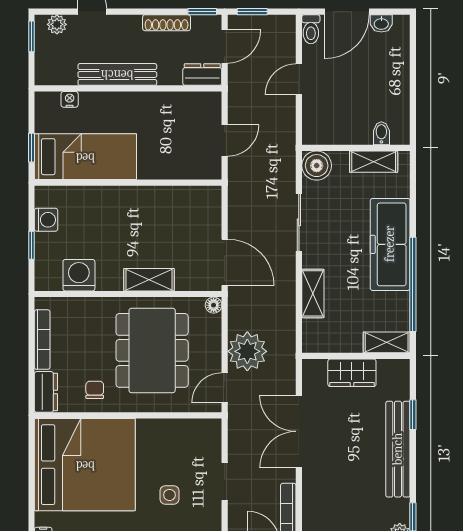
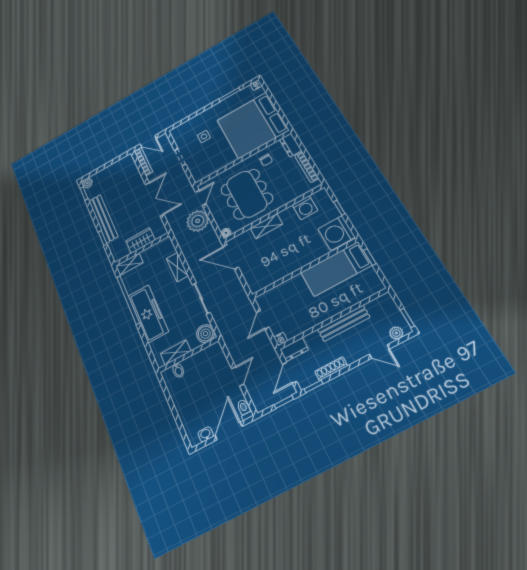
nightstand: (70, 99) -> (281, 339), moved
washing machine: (46, 220) -> (336, 233), width x1.89, depth x1.89

